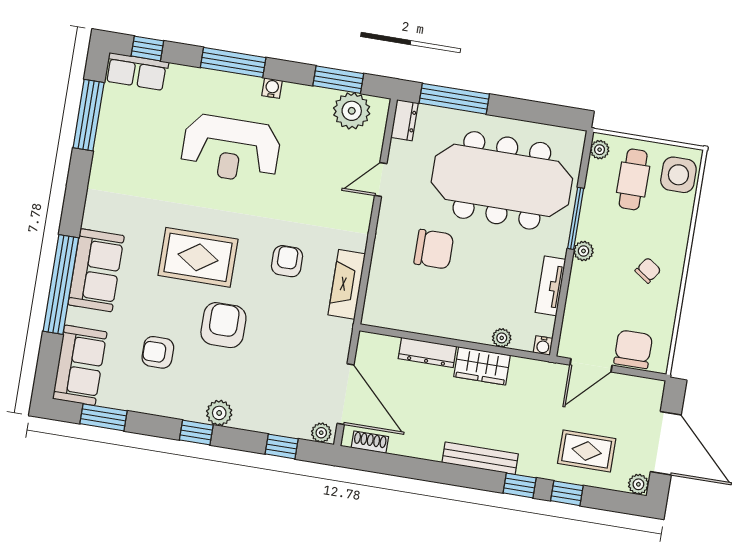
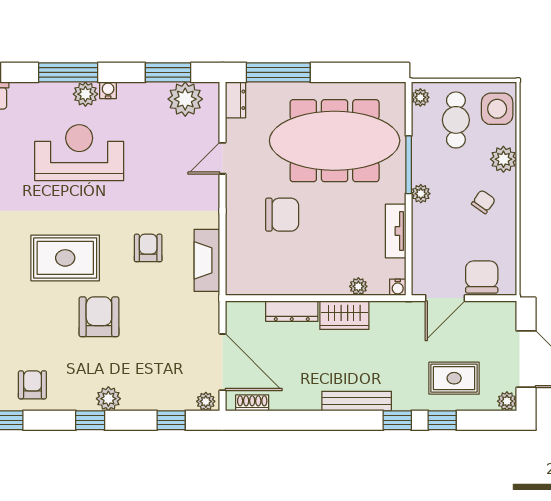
plant: (248, 88) -> (85, 94), added
reception desk: (231, 149) -> (79, 153), turned 180
plant: (676, 229) -> (503, 159), added
armchair: (158, 352) -> (32, 385), moved, turned 90

